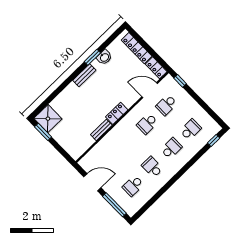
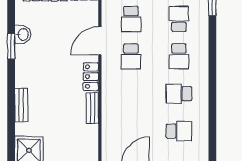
bench: (84, 75) -> (21, 105), moved
door: (150, 90) -> (100, 41), moved
school desk: (171, 148) -> (179, 56), turned 180
school desk: (133, 186) -> (179, 131), turned -90

